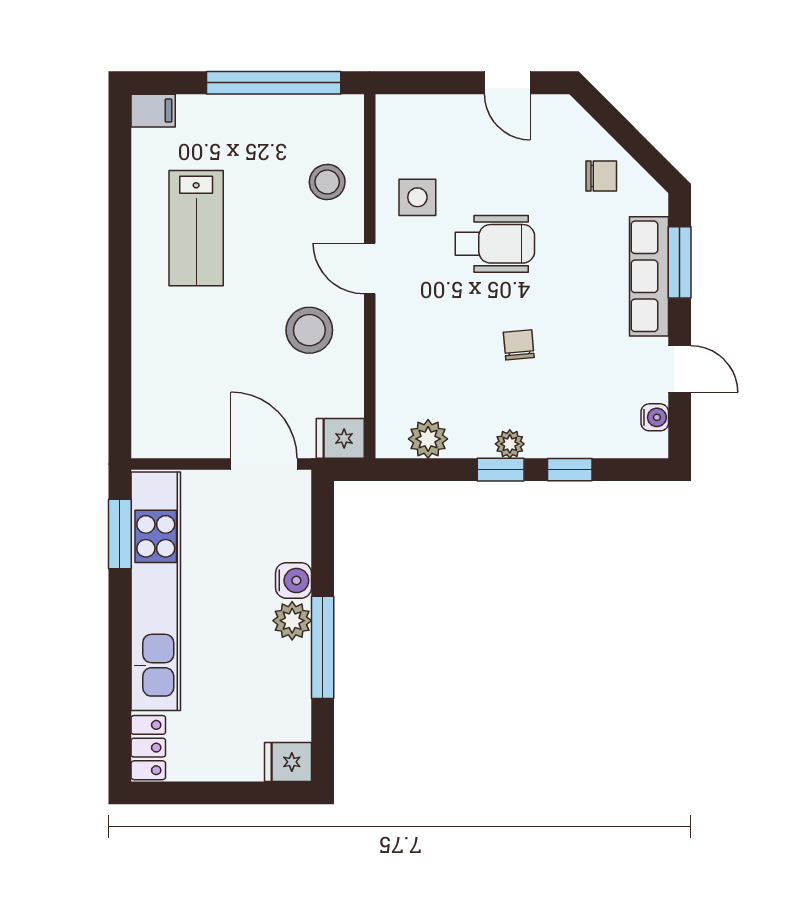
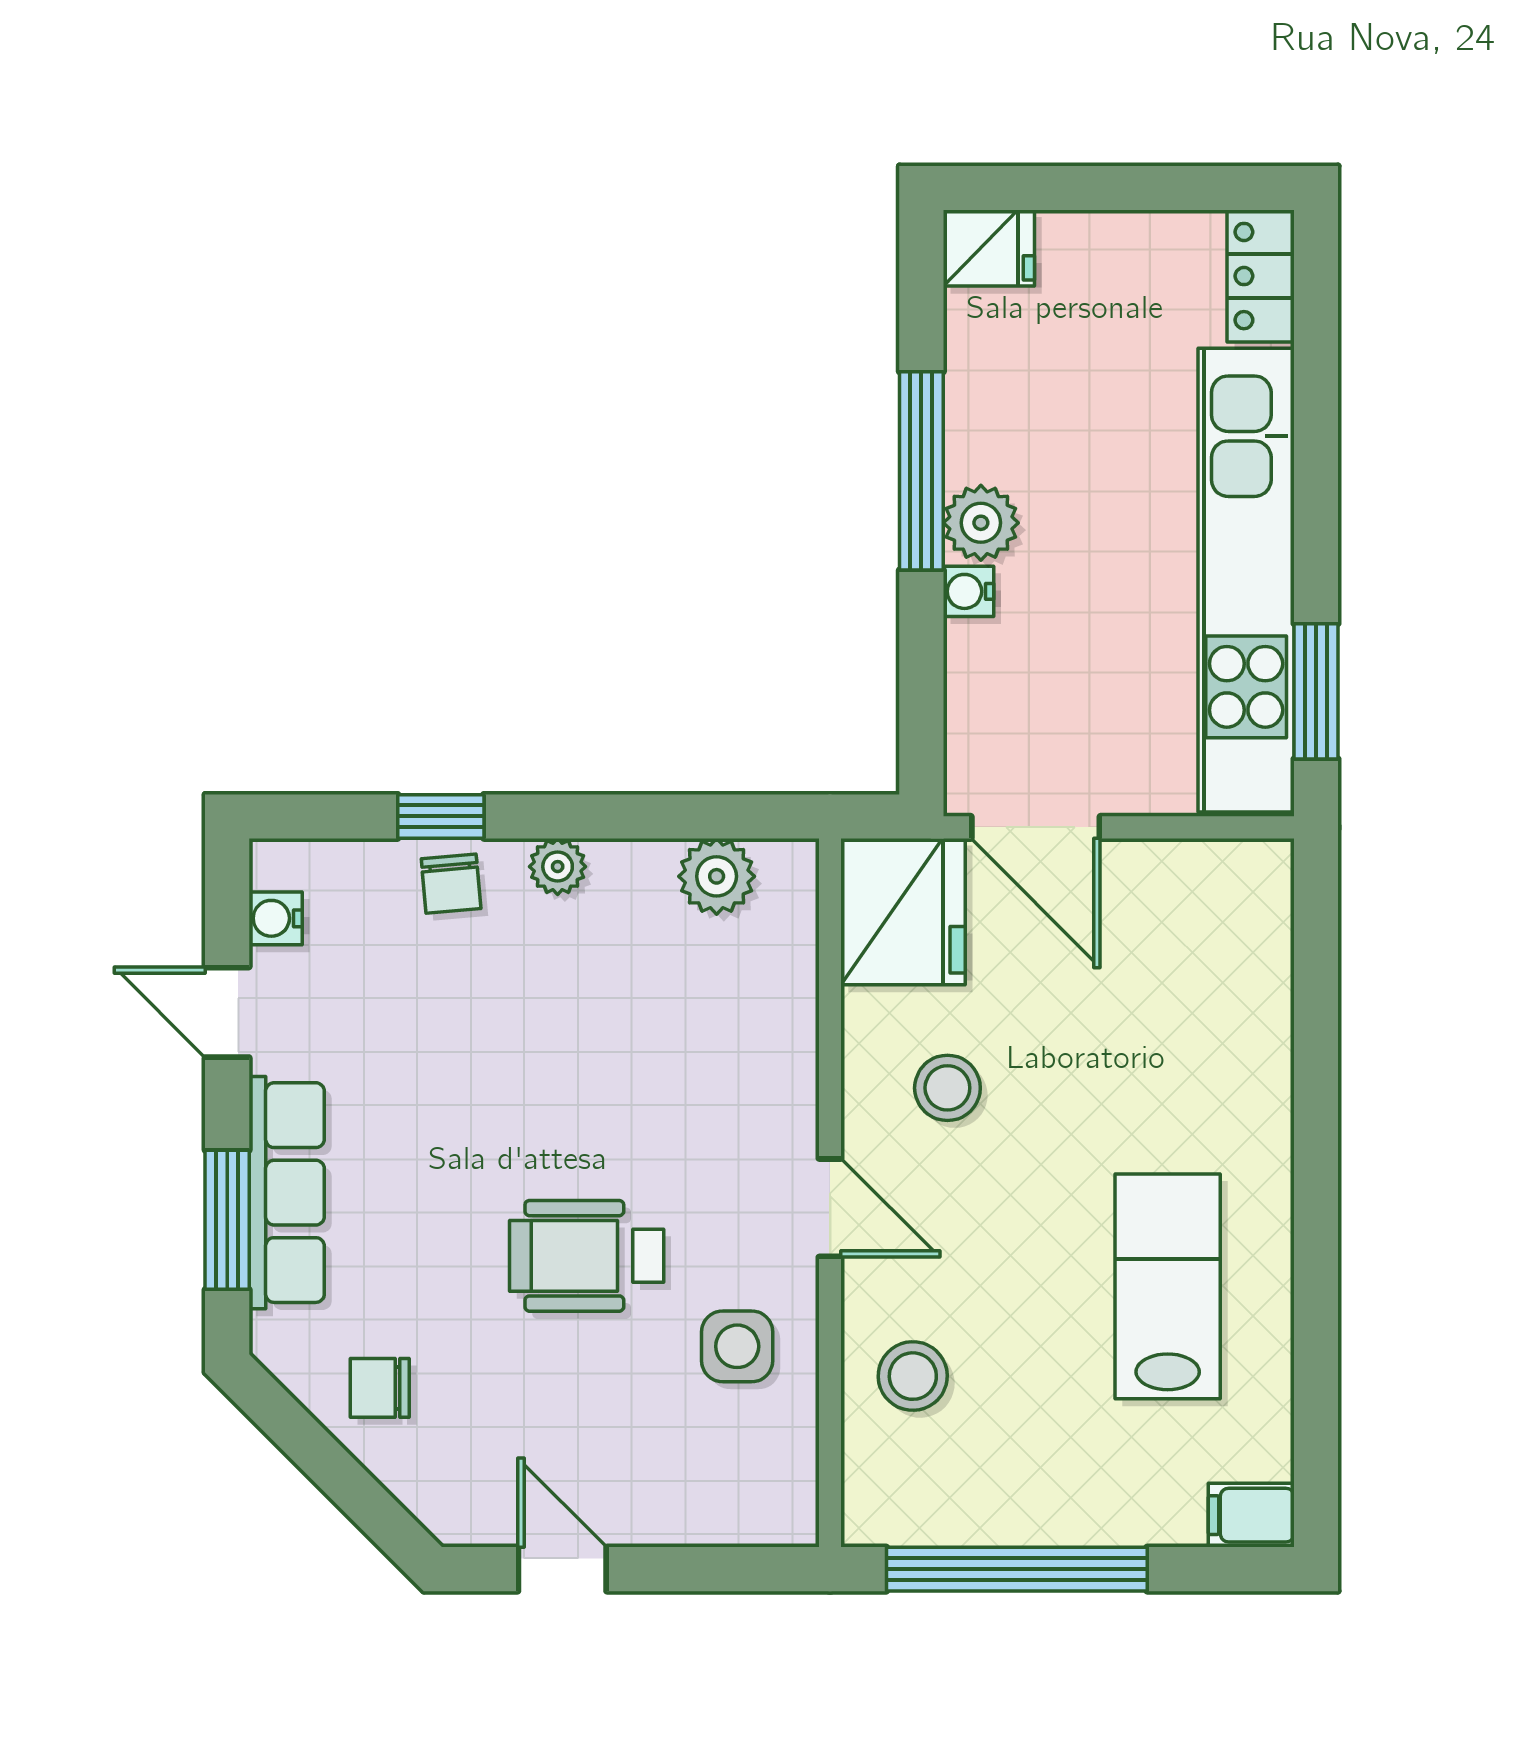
stool: (309, 330) -> (947, 1088), width x0.73, depth x0.73
chair: (519, 345) -> (451, 884), moved
fridge: (340, 438) -> (903, 912), width x1.88, depth x1.34
window: (501, 470) -> (575, 816), removed
water cooler: (294, 580) -> (968, 591), width x0.72, depth x0.72

